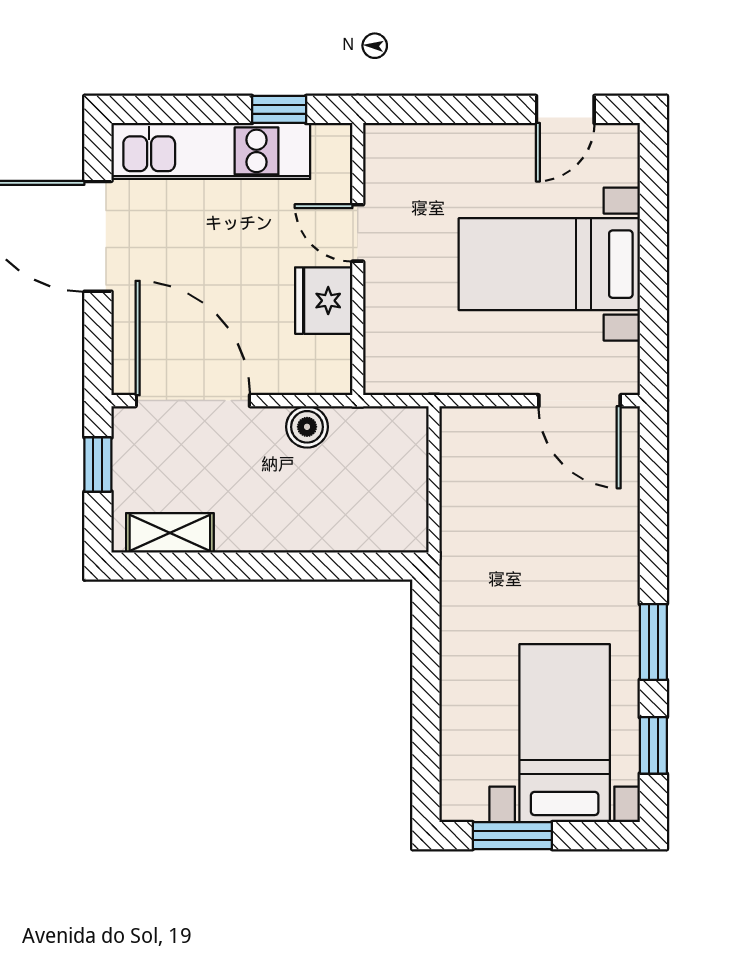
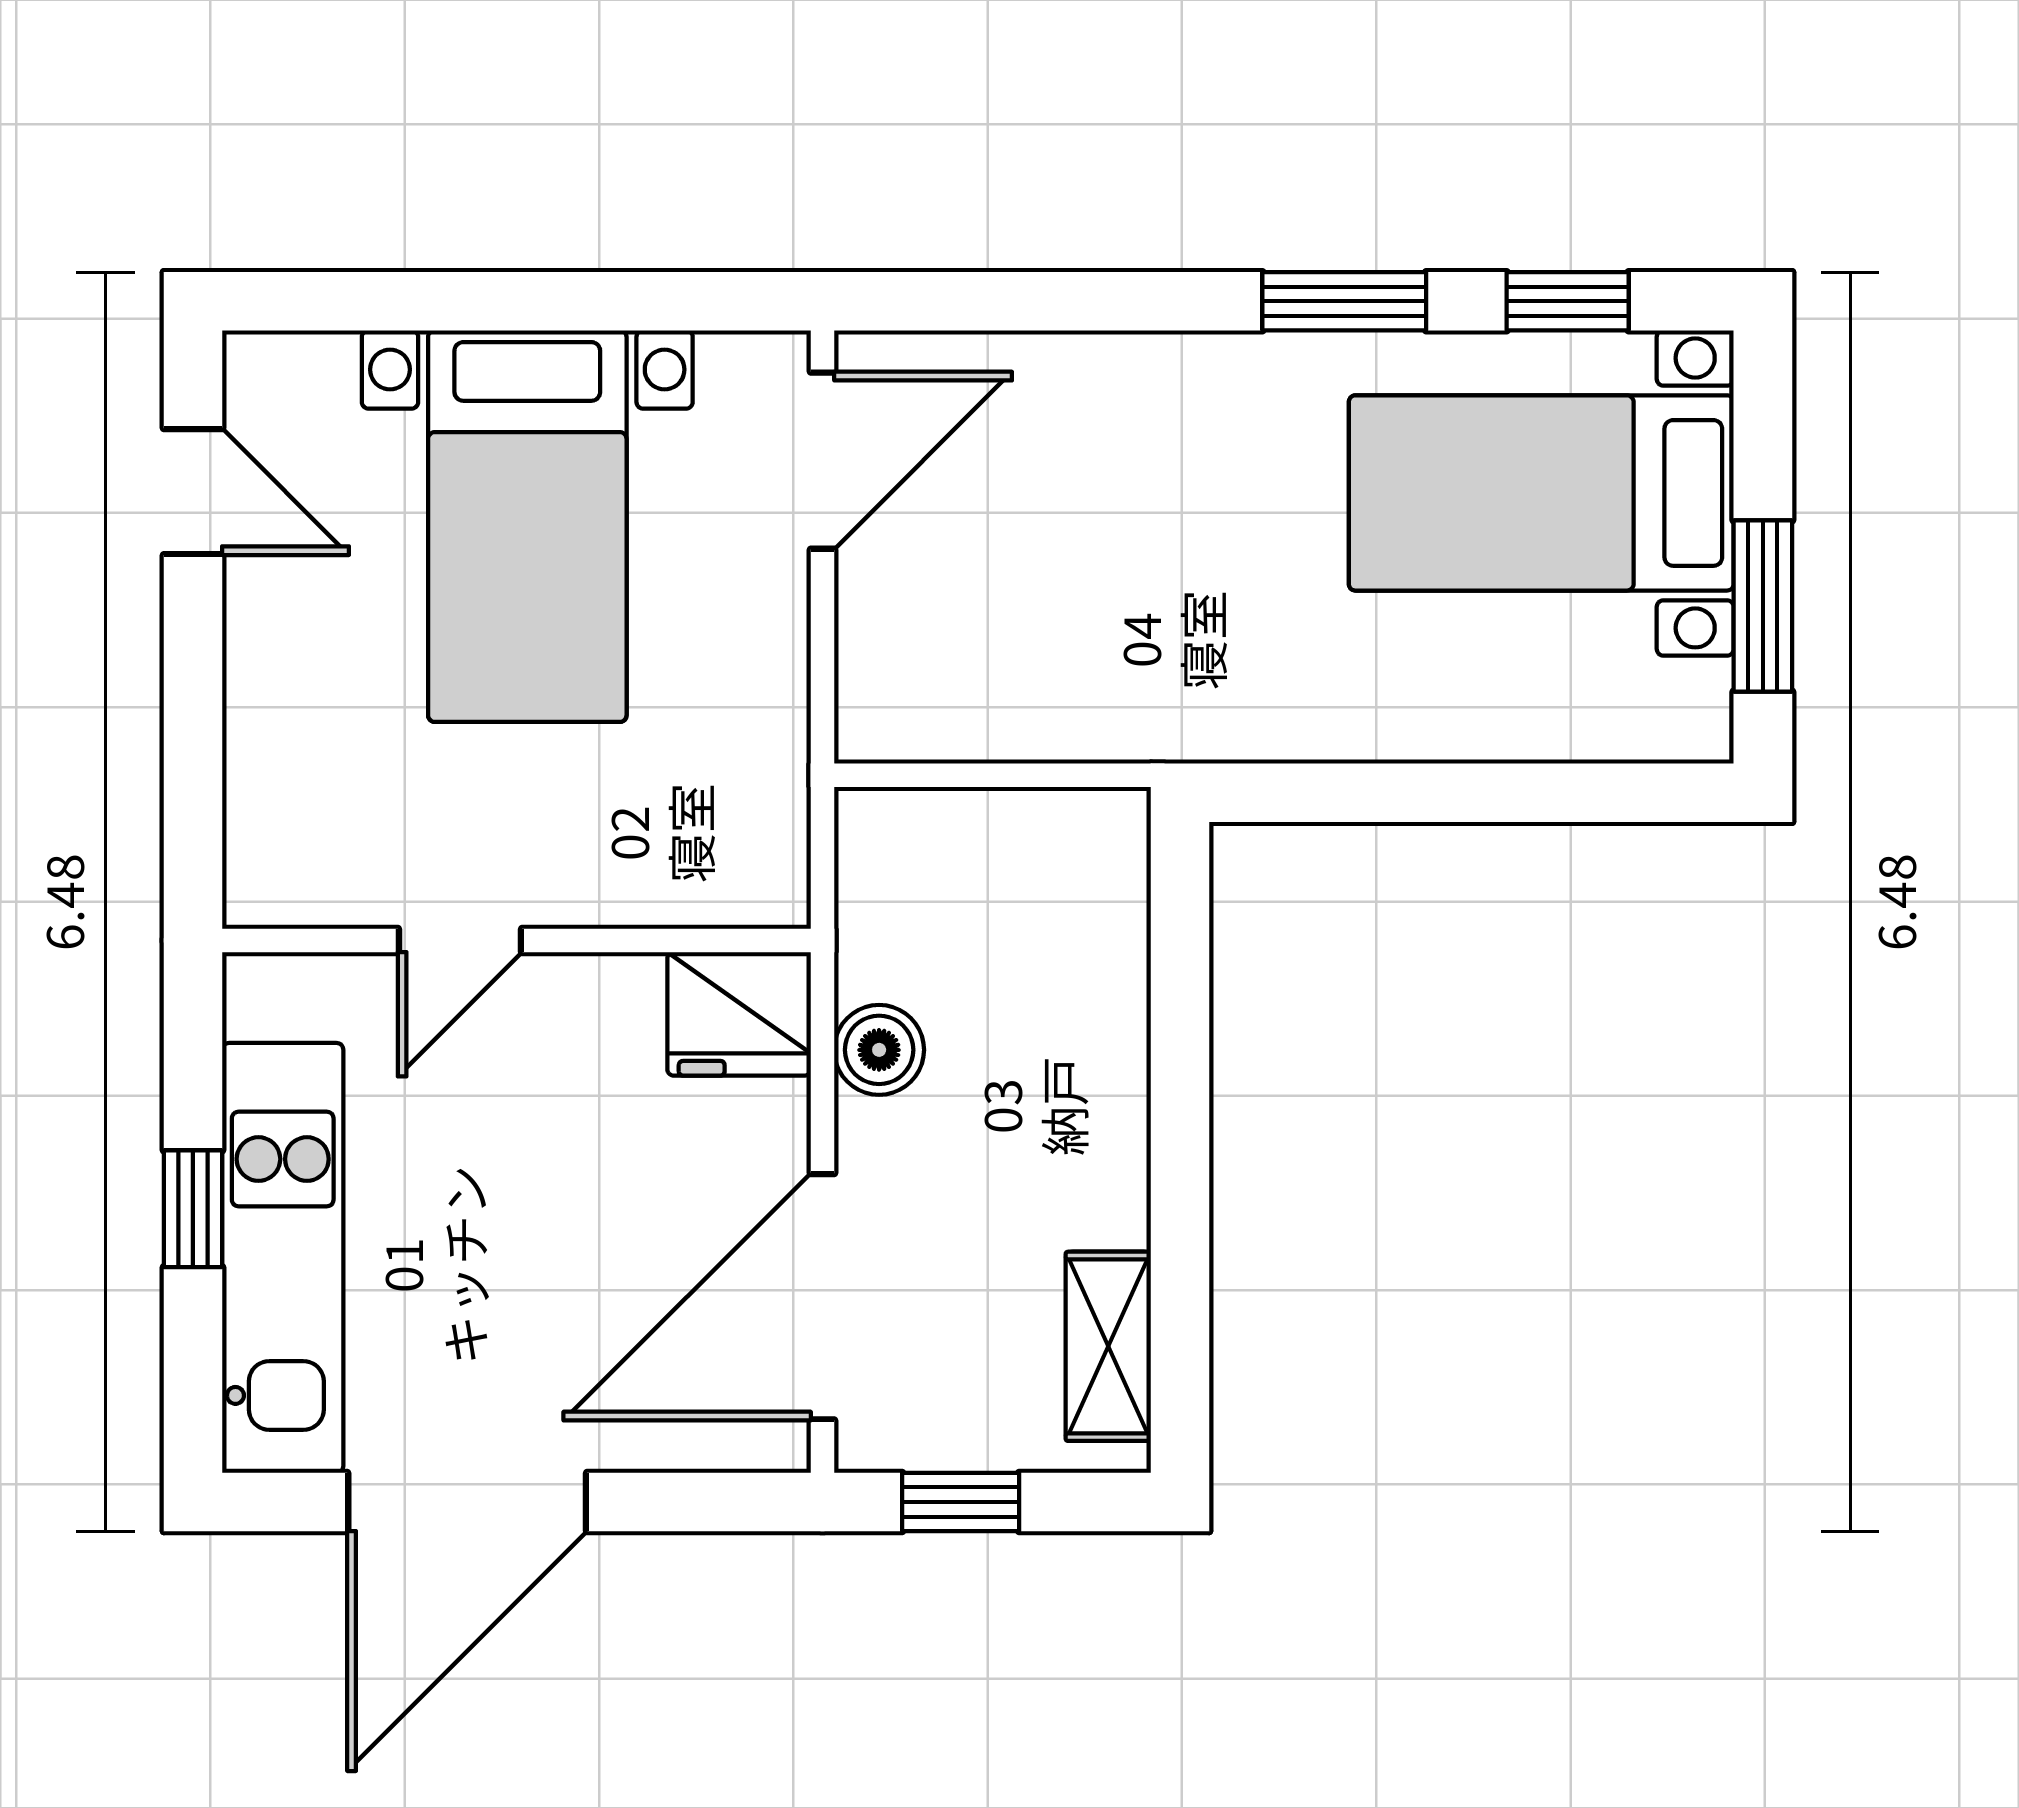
window: (279, 109) -> (193, 1209), moved
fridge: (324, 301) -> (739, 1014), moved

